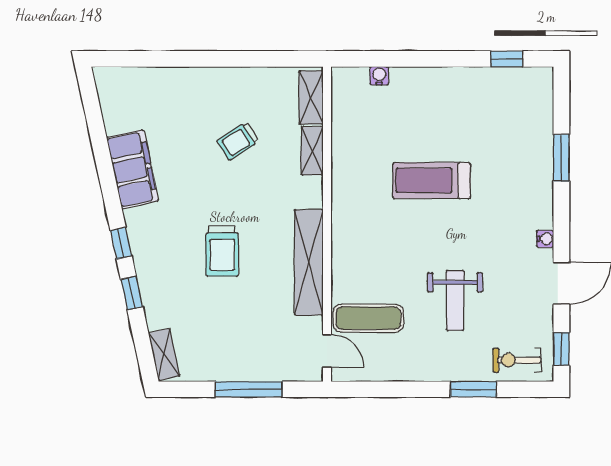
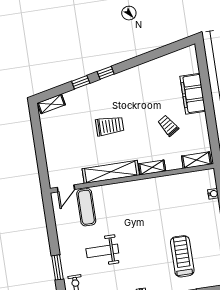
shelving: (312, 151) -> (152, 167), moved
filing cabinet: (132, 169) -> (193, 94), moved, turned 102
treadmill: (432, 181) -> (182, 256), moved
trolley: (222, 251) -> (110, 126), turned 180
window: (249, 389) -> (40, 151), removed

